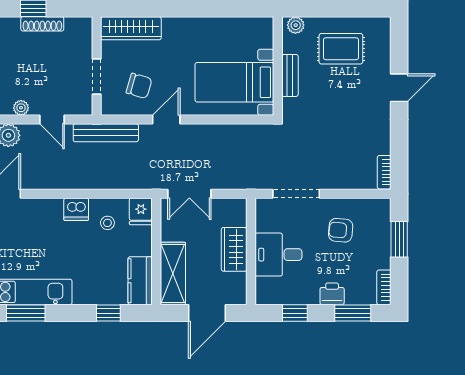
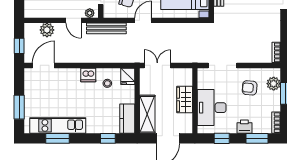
plant: (21, 108) -> (90, 13), moved
double door: (189, 194) -> (157, 65), swing flipped
plant: (380, 223) -> (274, 84), added
desk: (278, 255) -> (212, 108), width x1.37

